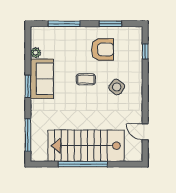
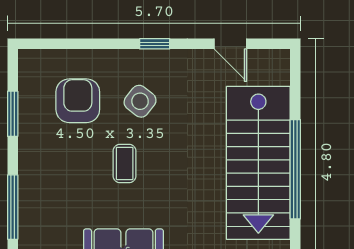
armchair: (102, 49) -> (78, 101), moved
window: (145, 51) -> (155, 44), moved
door: (145, 132) -> (230, 44), hinge flipped

